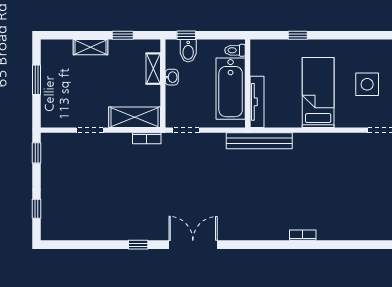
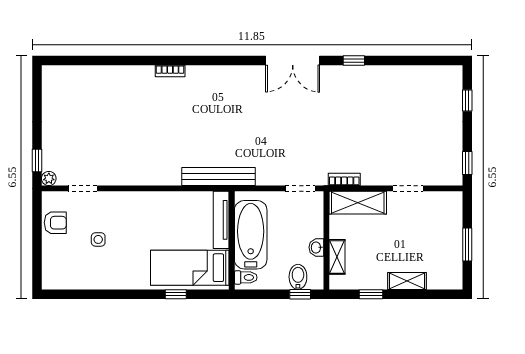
side table: (367, 84) -> (98, 239), width x0.54, depth x0.54
bed: (318, 92) -> (190, 268), moved, turned 90

